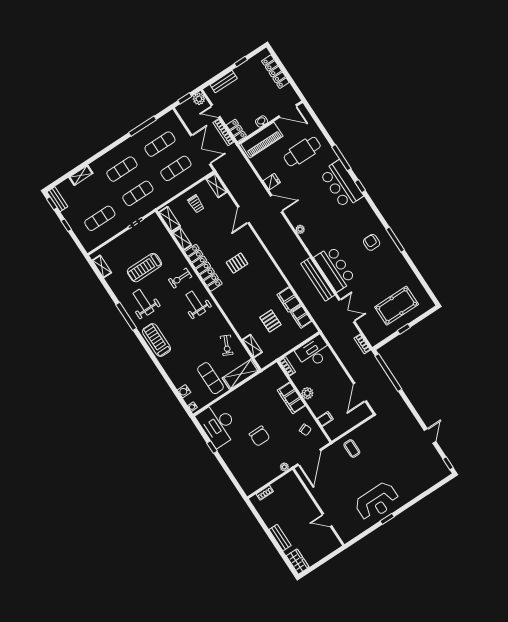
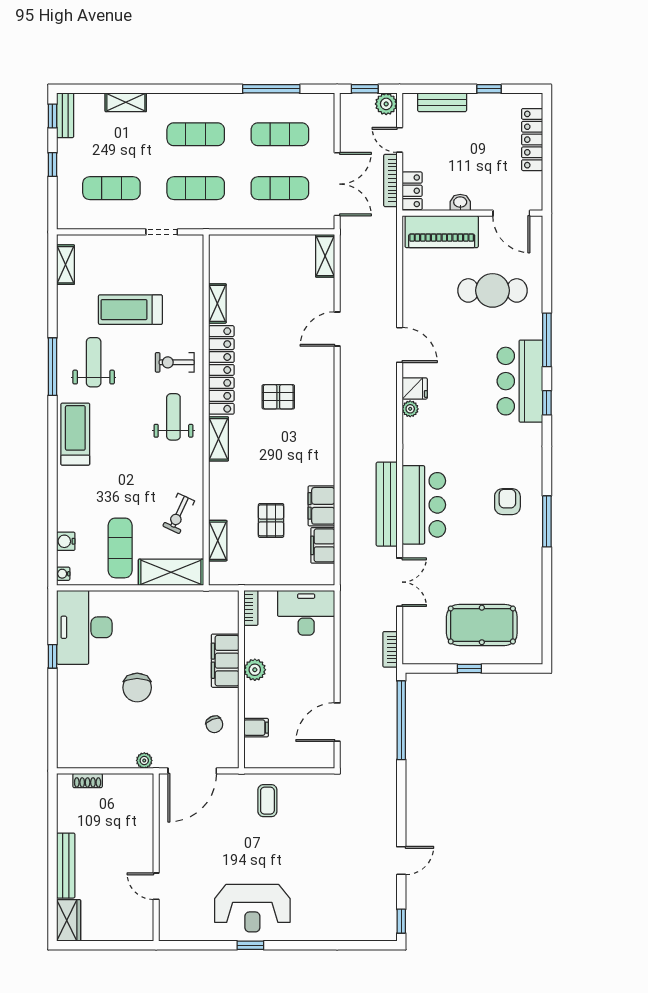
fridge: (272, 182) -> (415, 388), moved
trolley: (196, 204) -> (275, 263), removed
shelving: (170, 219) -> (218, 439), moved
bench: (280, 538) -> (66, 866), width x1.36

